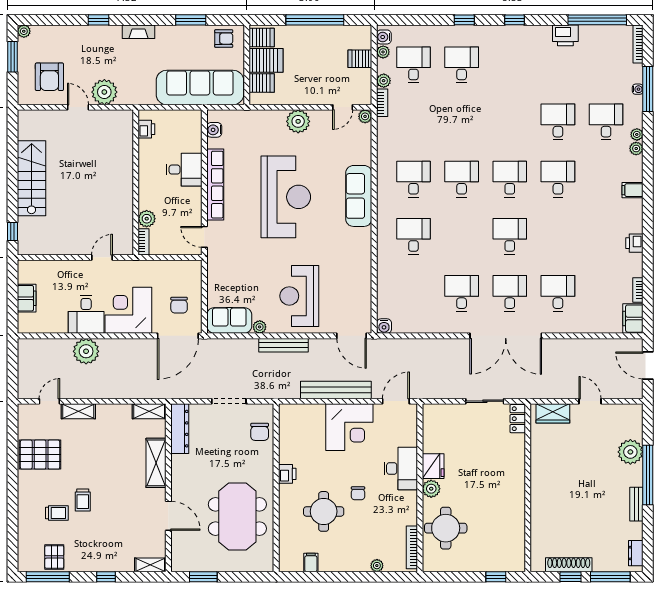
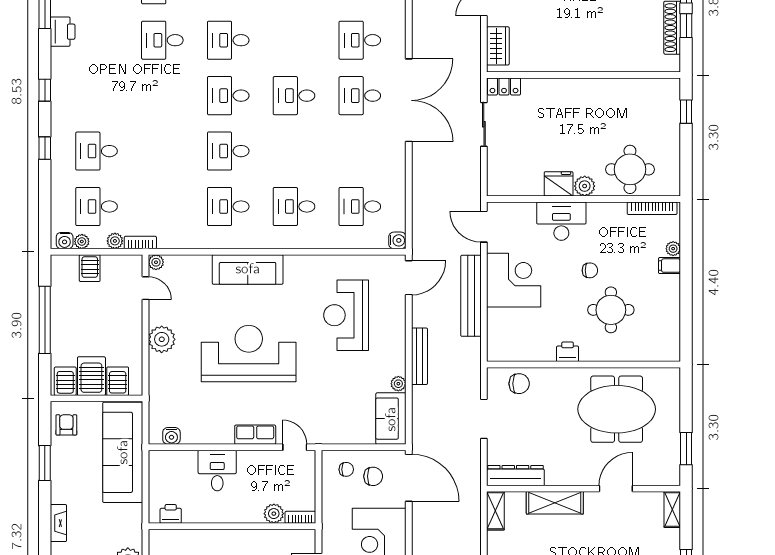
row of seats: (215, 185) -> (255, 435), width x0.50
door: (204, 237) -> (295, 447), swing flipped
chair: (185, 282) -> (346, 469), added
desk: (462, 293) -> (360, 206), moved
reception desk: (299, 296) -> (346, 315), moved, turned 90
filing cabinet: (311, 562) -> (670, 266), moved

